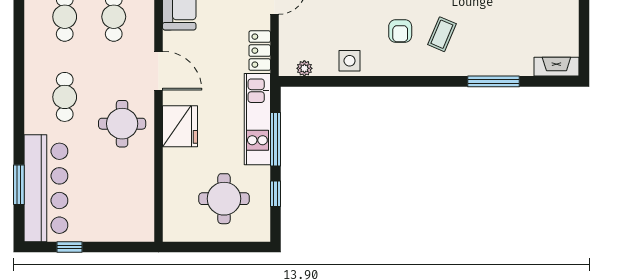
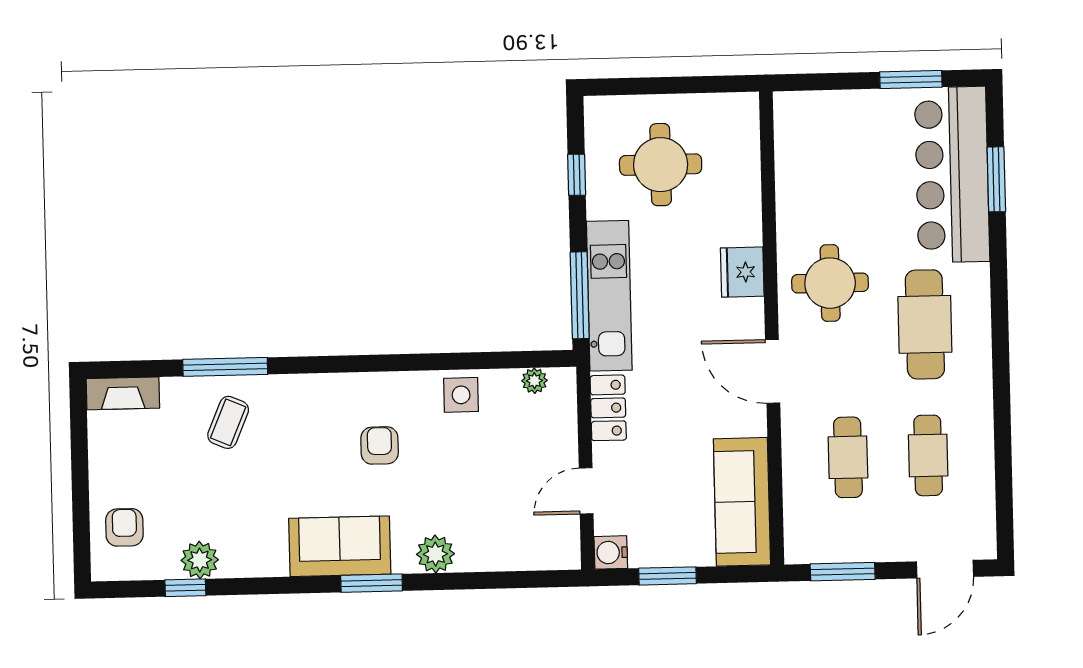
coffee table: (442, 34) -> (228, 422), moved
cafe table: (65, 97) -> (925, 324), width x1.37, depth x1.35
fridge: (180, 126) -> (742, 272), width x0.73, depth x0.75
window: (276, 139) -> (580, 295), moved
window: (70, 247) -> (911, 79), width x1.50

